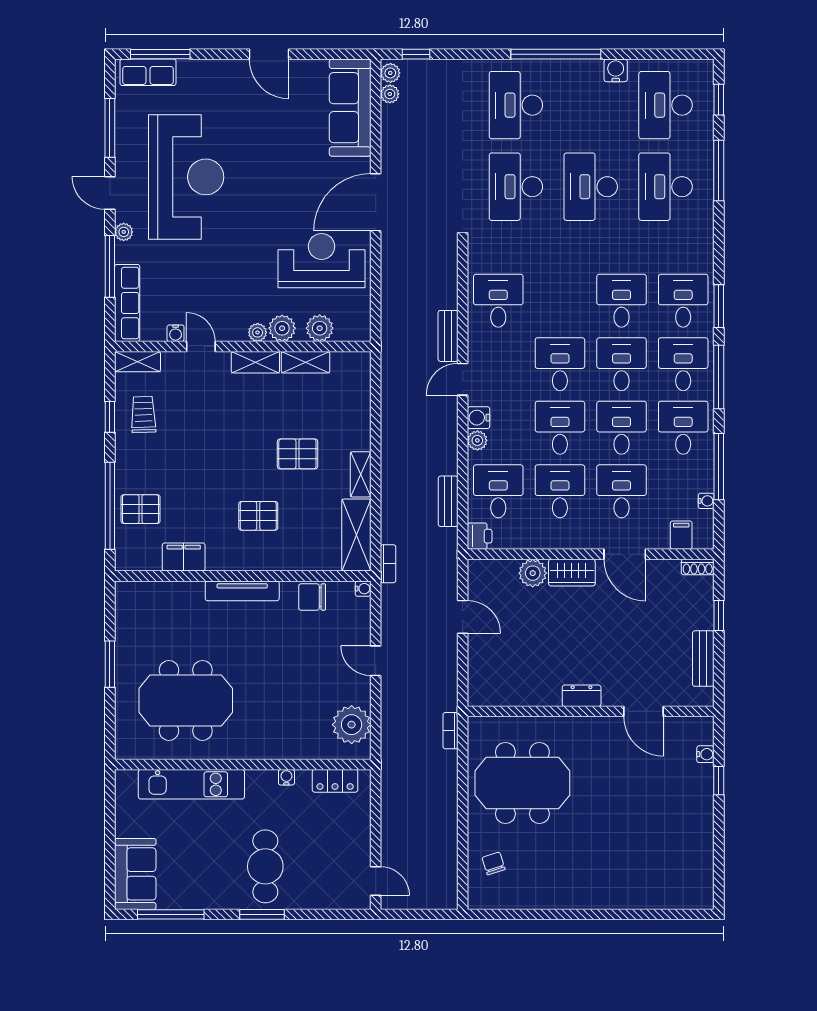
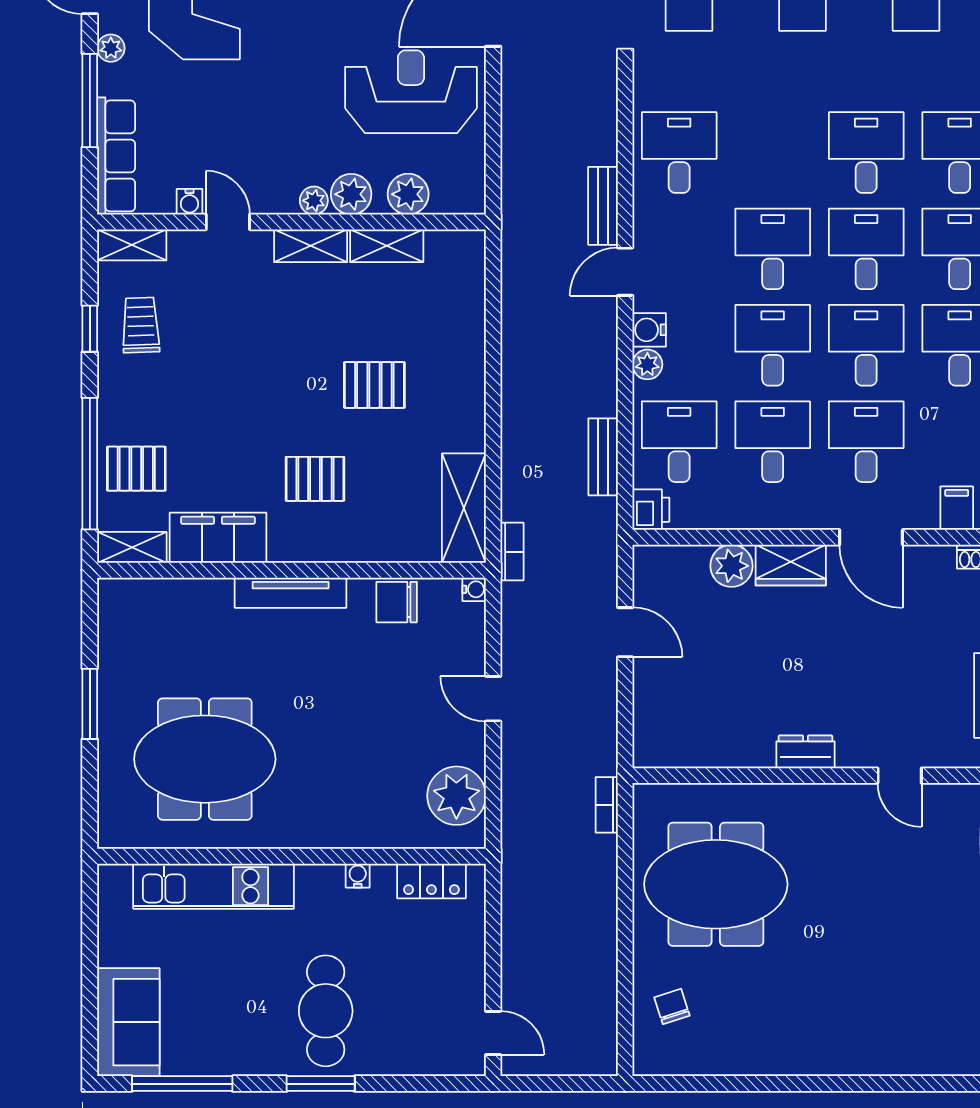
shelving: (361, 474) -> (132, 547), moved, turned 90
filing cabinet: (184, 557) -> (218, 538), width x1.50, depth x1.17
door: (644, 711) -> (900, 776), width x0.73

